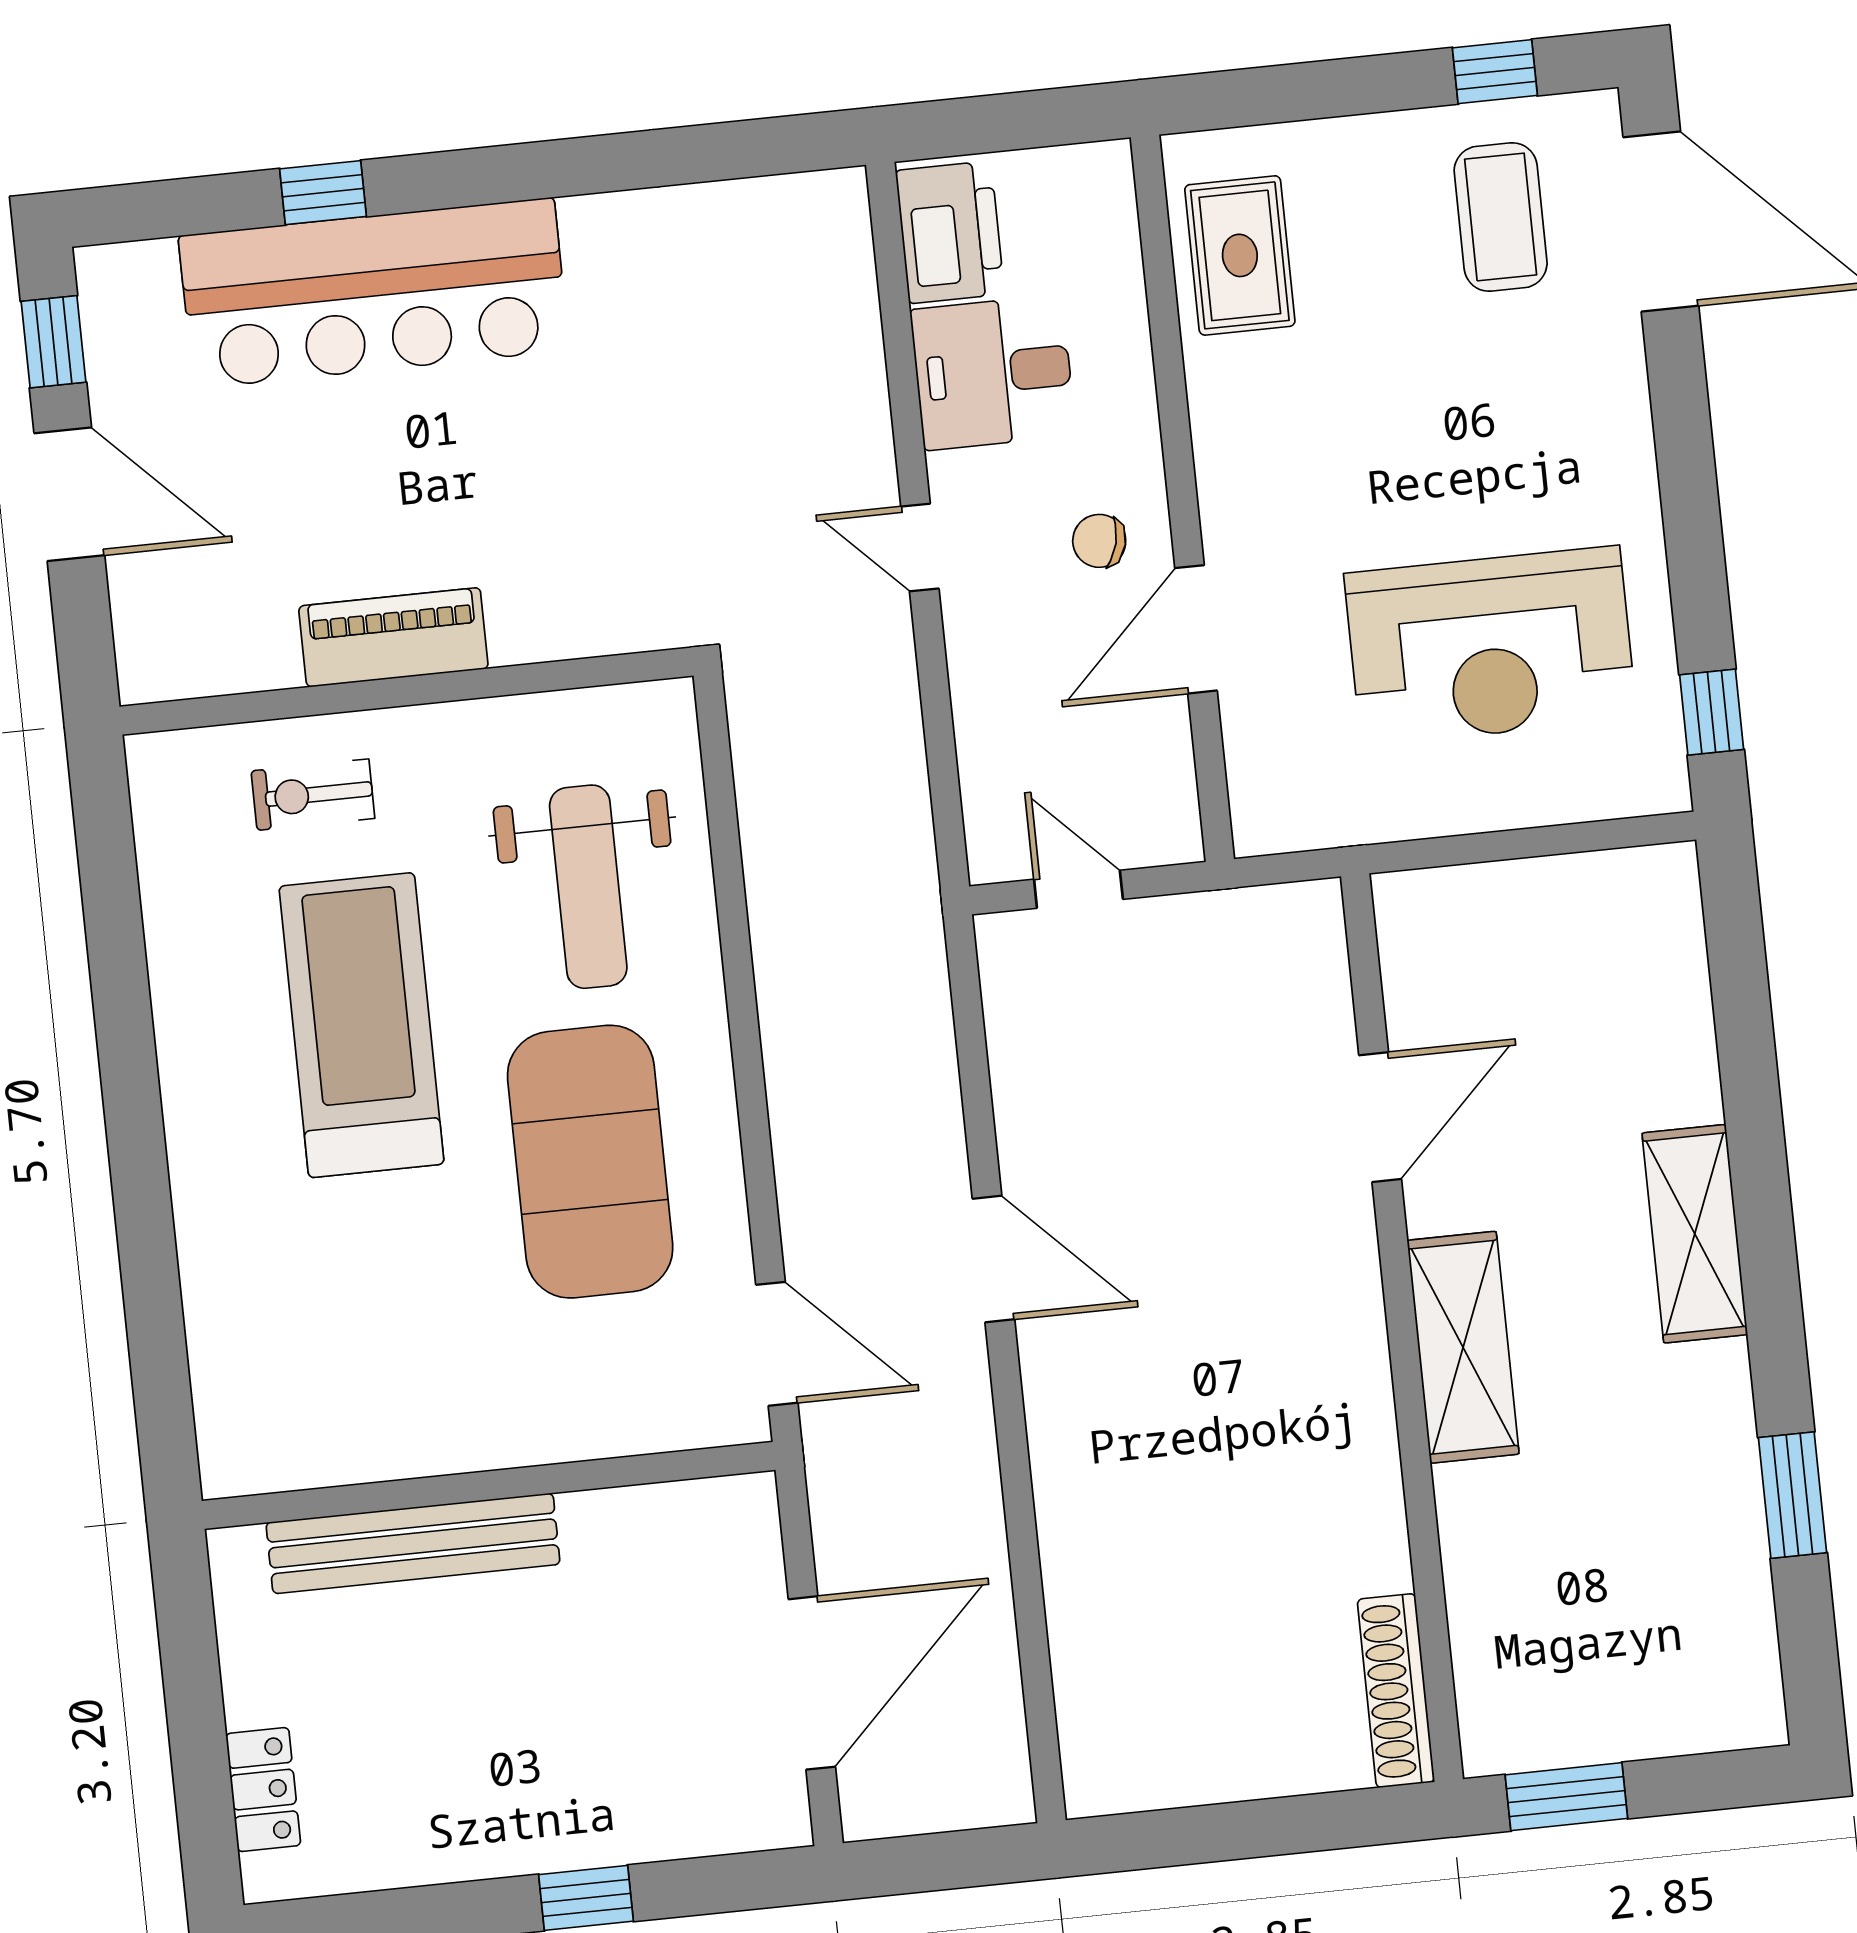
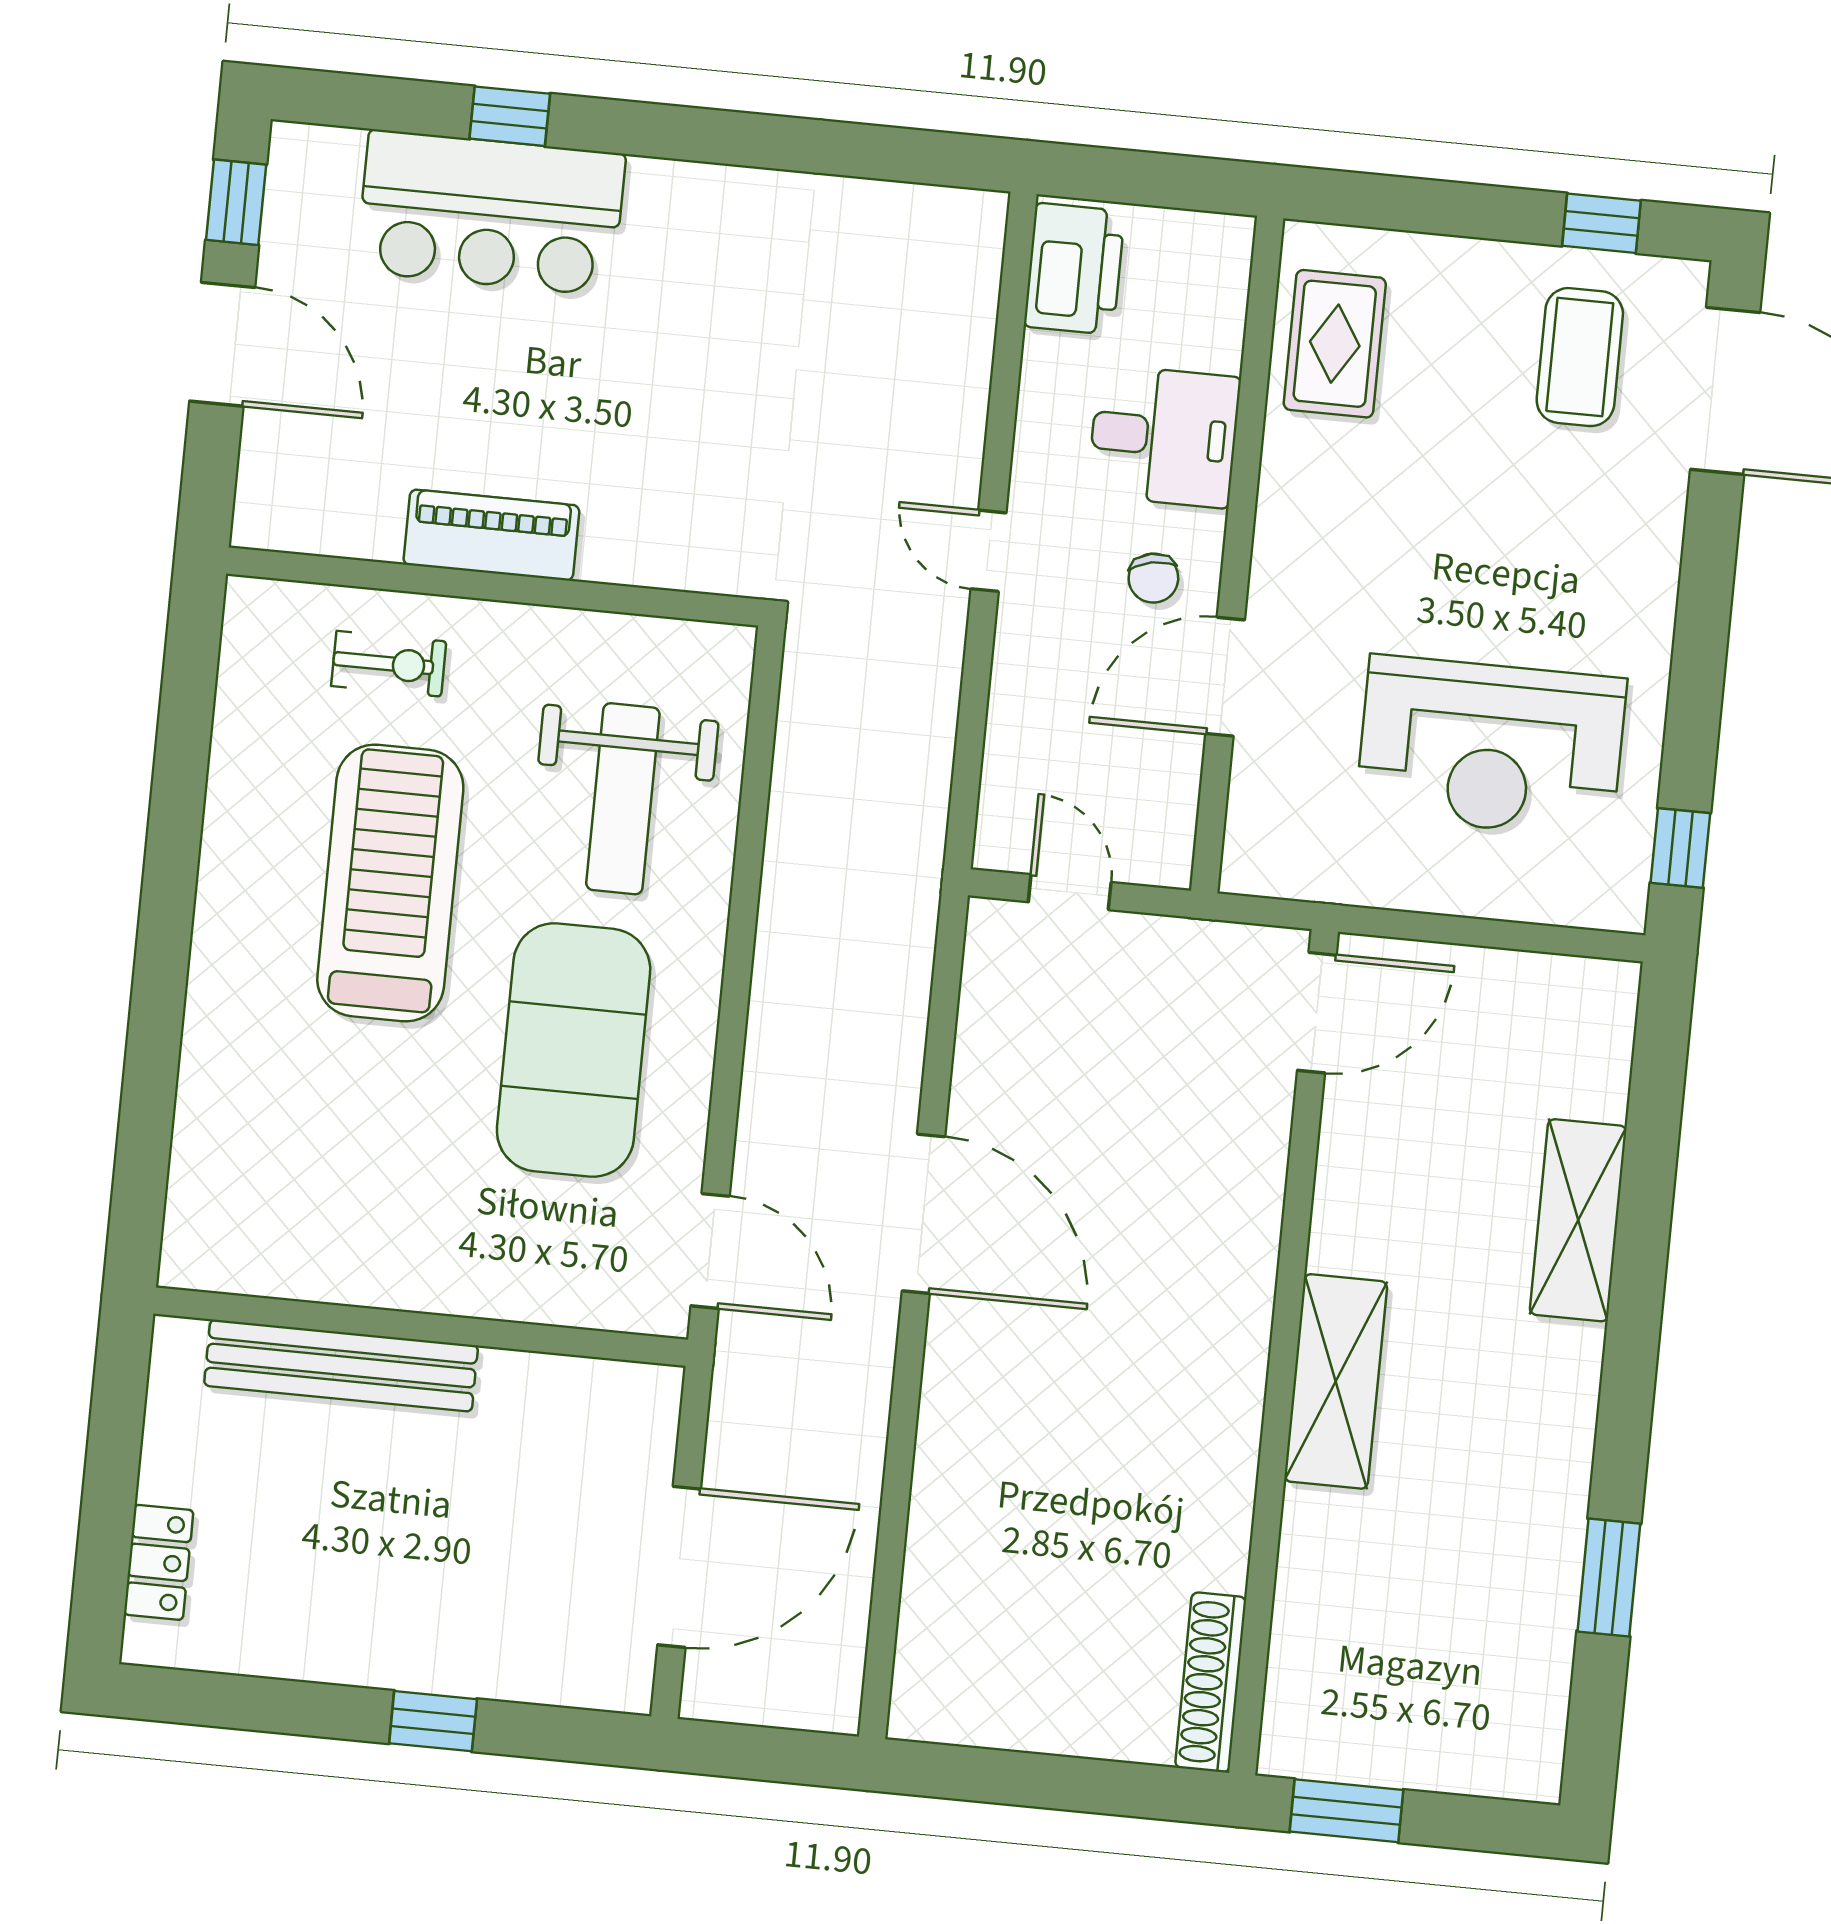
bar counter: (374, 293) -> (491, 213), width x0.73
desk: (993, 372) -> (1164, 436), moved, turned 180
chair: (1099, 541) -> (1153, 578), turned -115
exercise bike: (313, 795) -> (389, 664), turned 180
door: (1380, 1117) -> (1317, 1013), moved
shelving: (1695, 1234) -> (1578, 1220), moved
door: (993, 1259) -> (923, 1214), width x1.36

